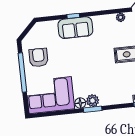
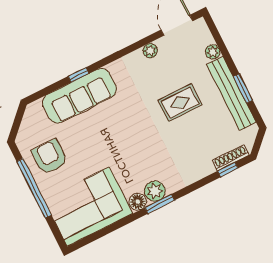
sofa: (75, 28) -> (79, 96), width x1.36

